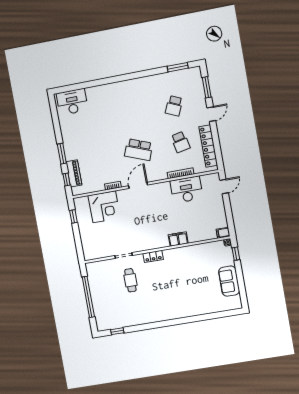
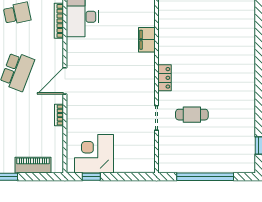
window: (67, 179) -> (40, 177), removed
door: (138, 185) -> (65, 81), hinge flipped
corner desk: (104, 207) -> (94, 154), moved, turned -90

